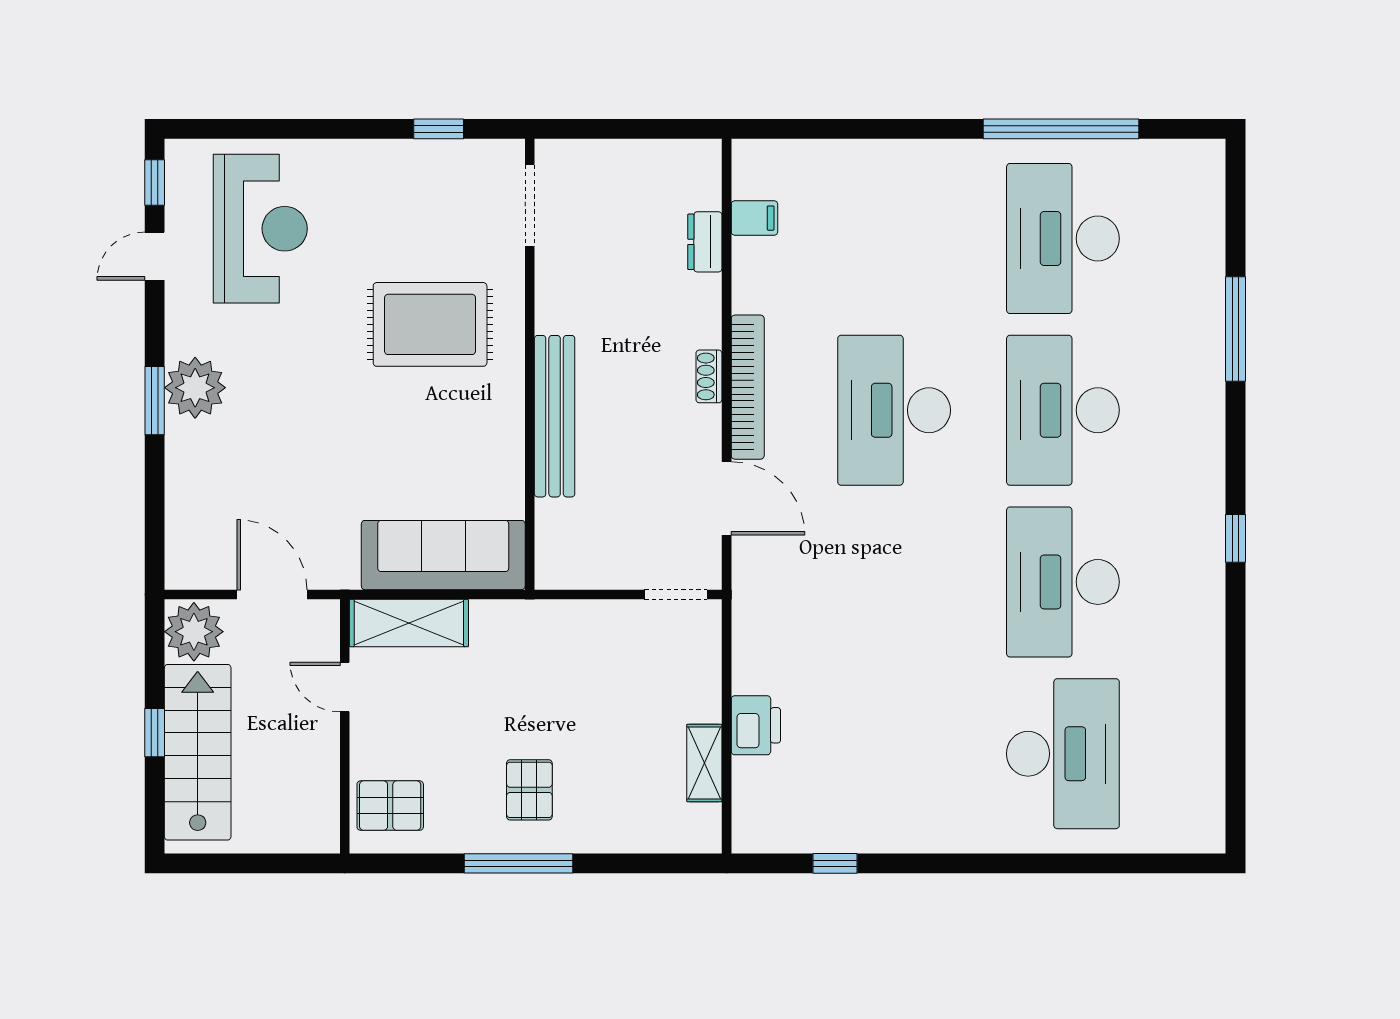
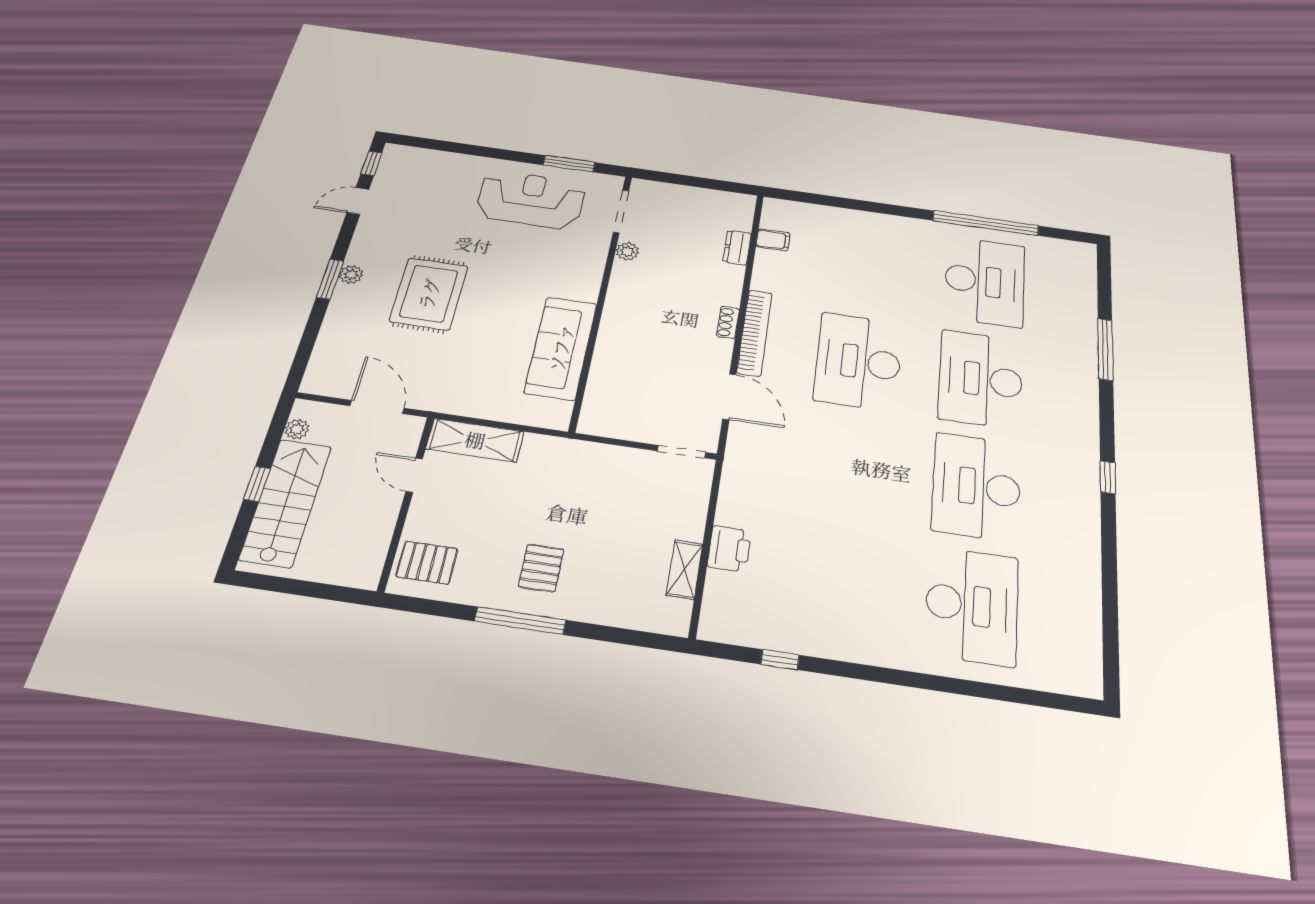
window: (439, 129) -> (569, 164), width x1.50
reception desk: (260, 229) -> (531, 200), moved, turned -90
desk: (1063, 239) -> (985, 281), turned 180
plant: (551, 277) -> (627, 251), added
rug: (430, 324) -> (429, 294), moved, turned 90
plant: (195, 388) -> (351, 274), width x0.53, depth x0.53
bench: (555, 416) -> (613, 329), removed
sofa: (443, 555) -> (561, 348), moved, turned -90
plant: (194, 632) -> (297, 429), width x0.53, depth x0.53

